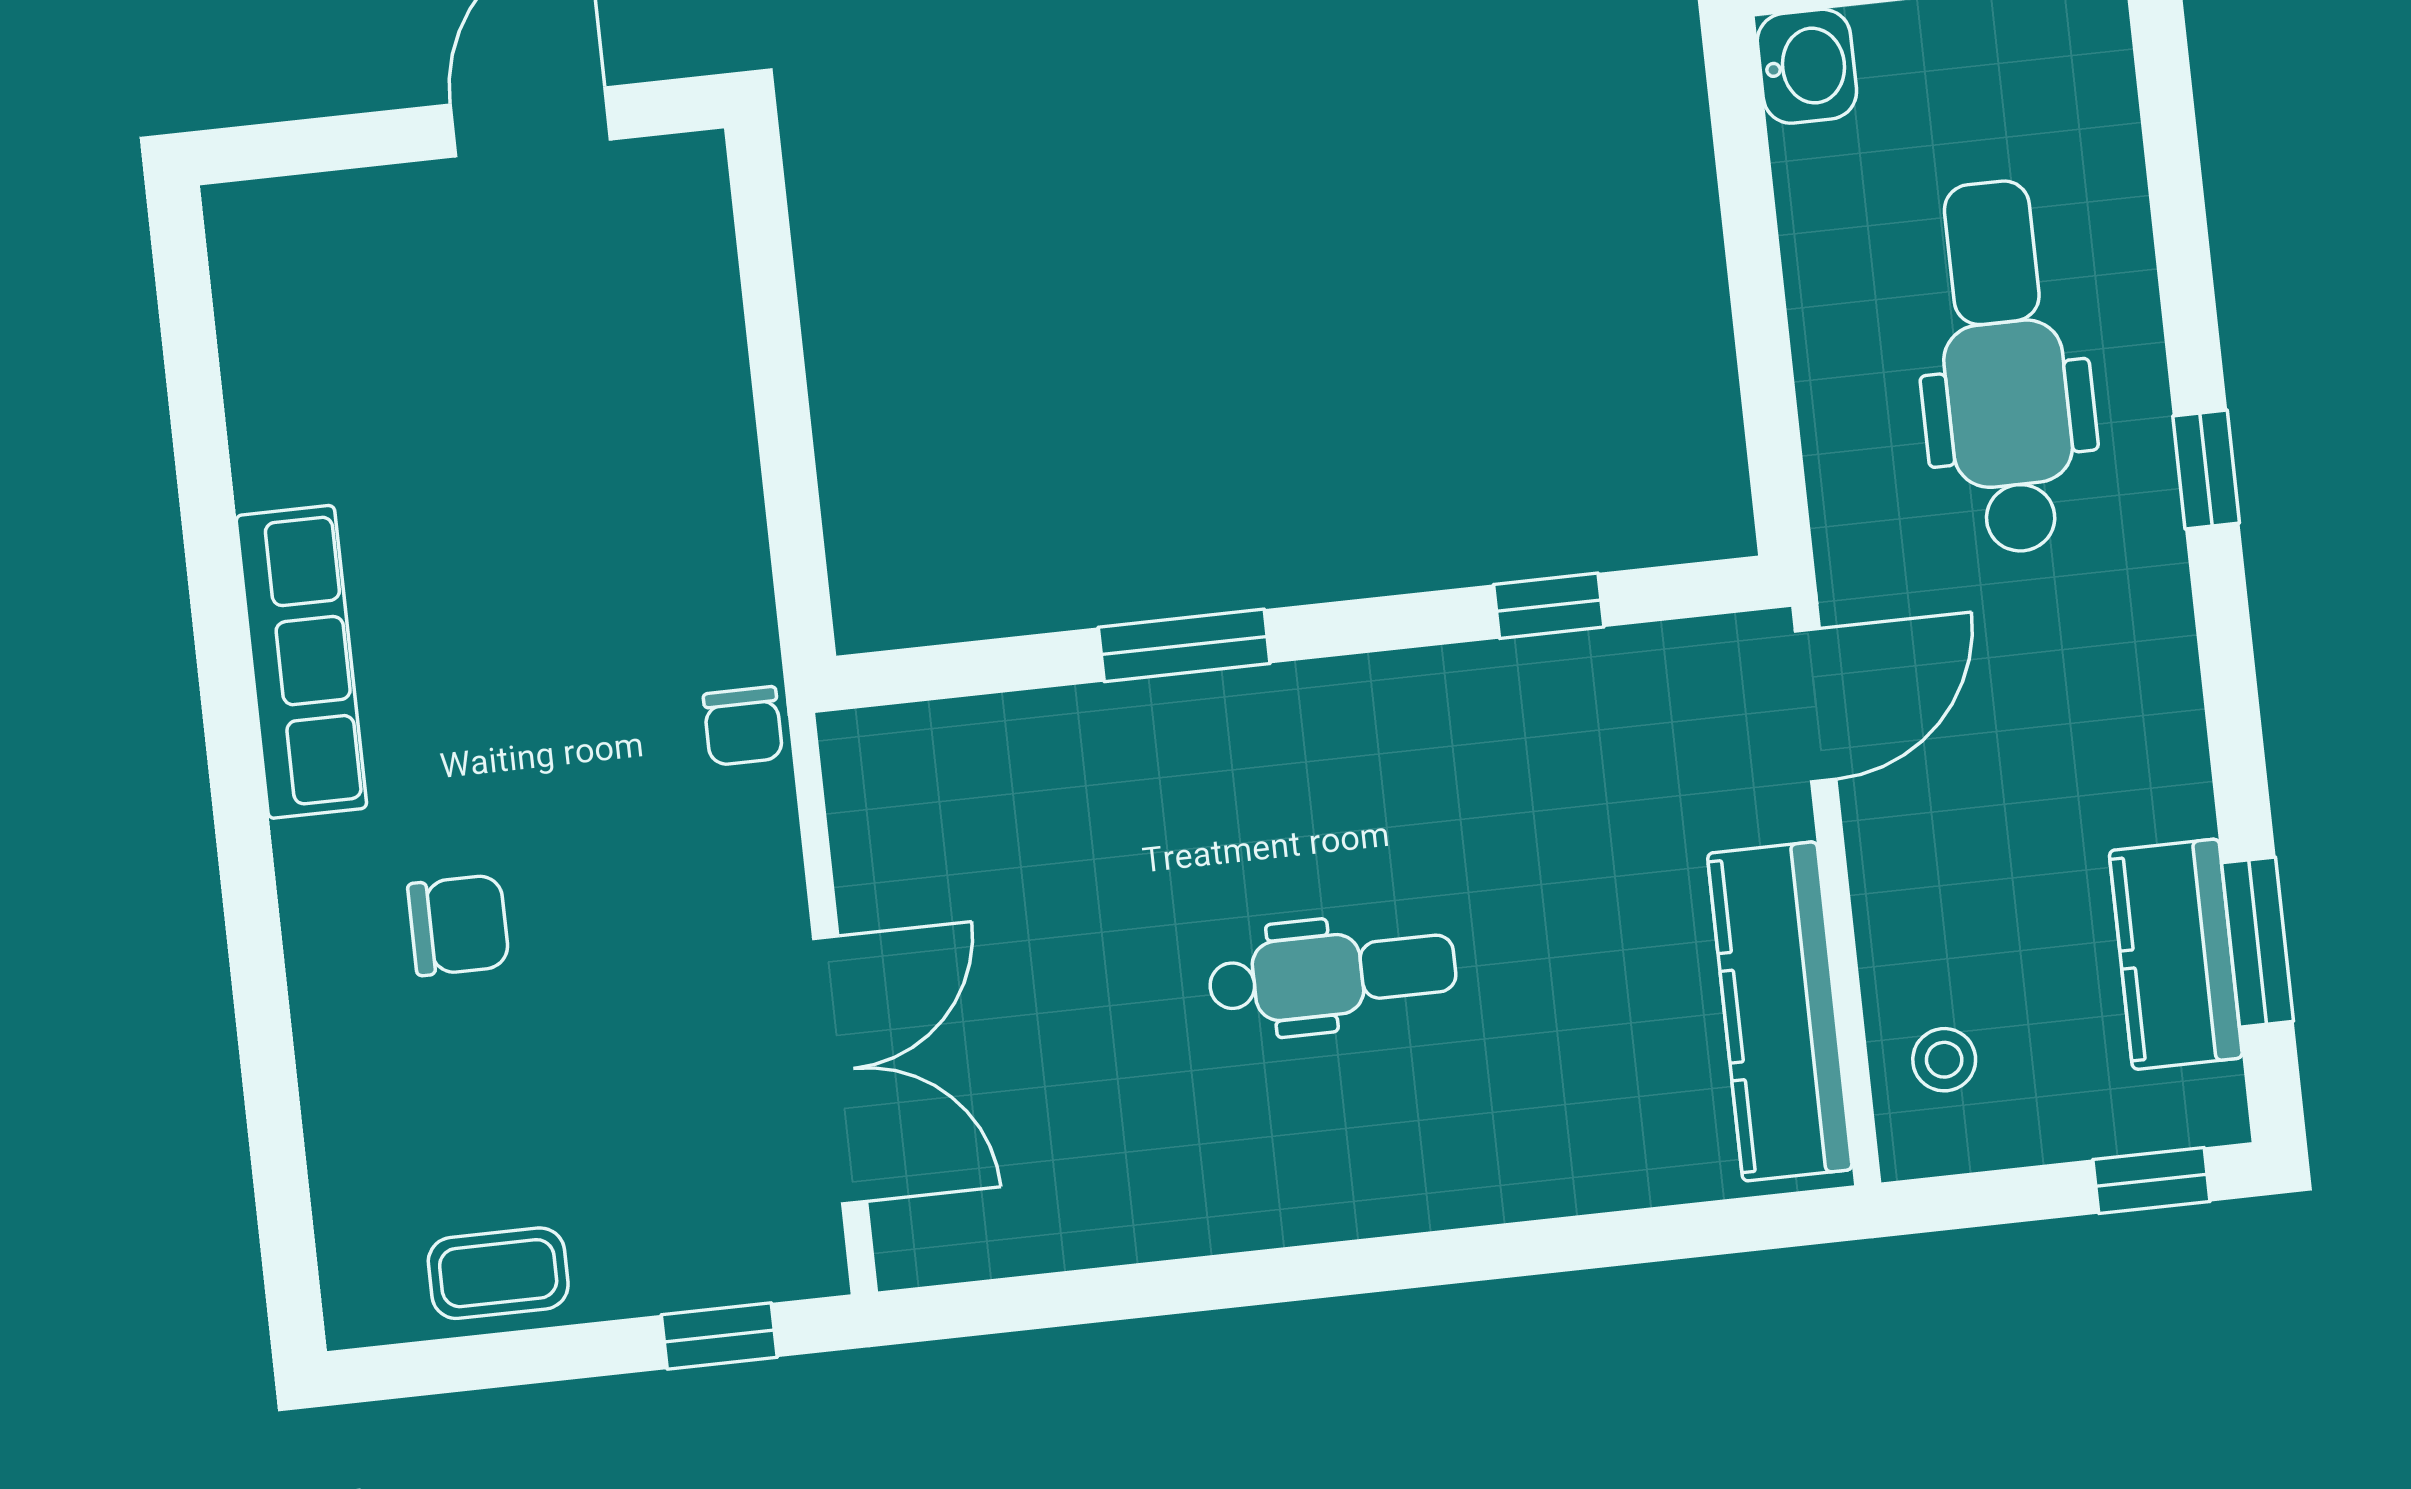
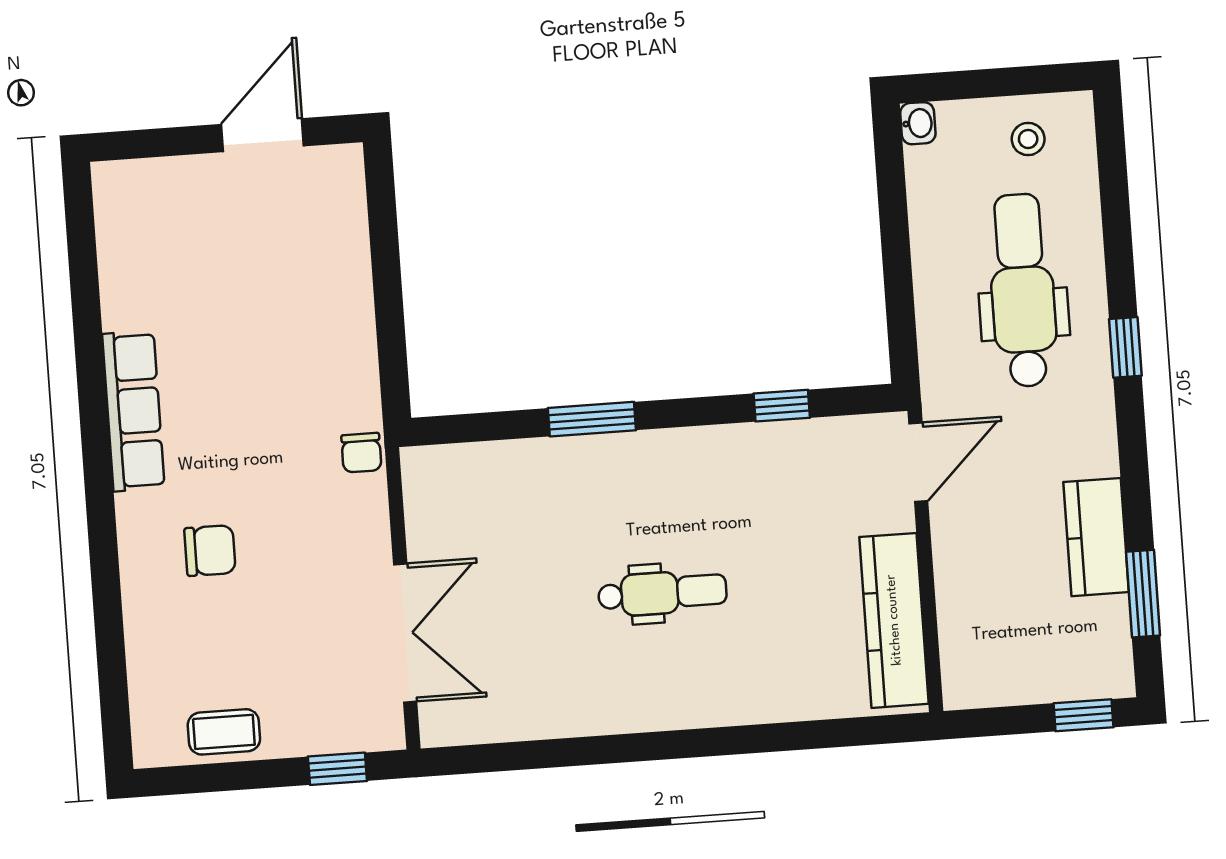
washbasin: (1807, 66) -> (918, 123), width x0.72, depth x0.69
kitchen counter: (2176, 954) -> (1096, 537), moved
stool: (1944, 1060) -> (1028, 139), moved

